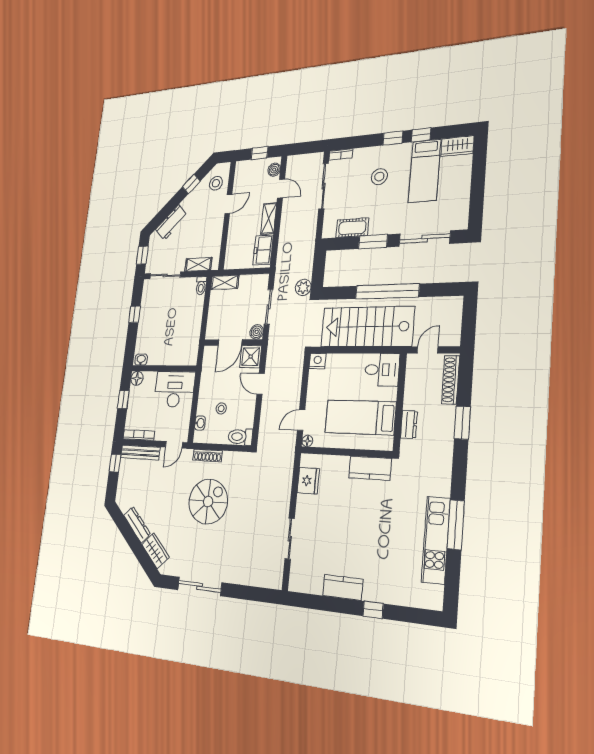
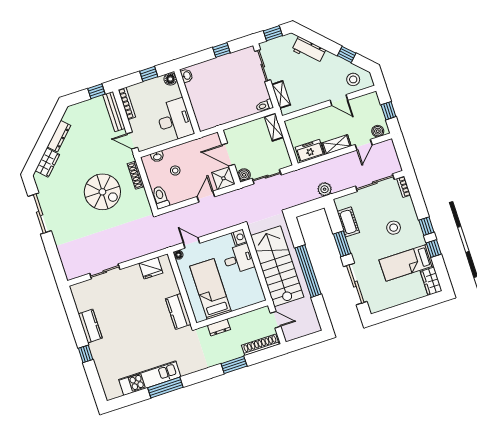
plant: (303, 287) -> (325, 189), moved
desk: (382, 370) -> (238, 259), moved, turned -90

